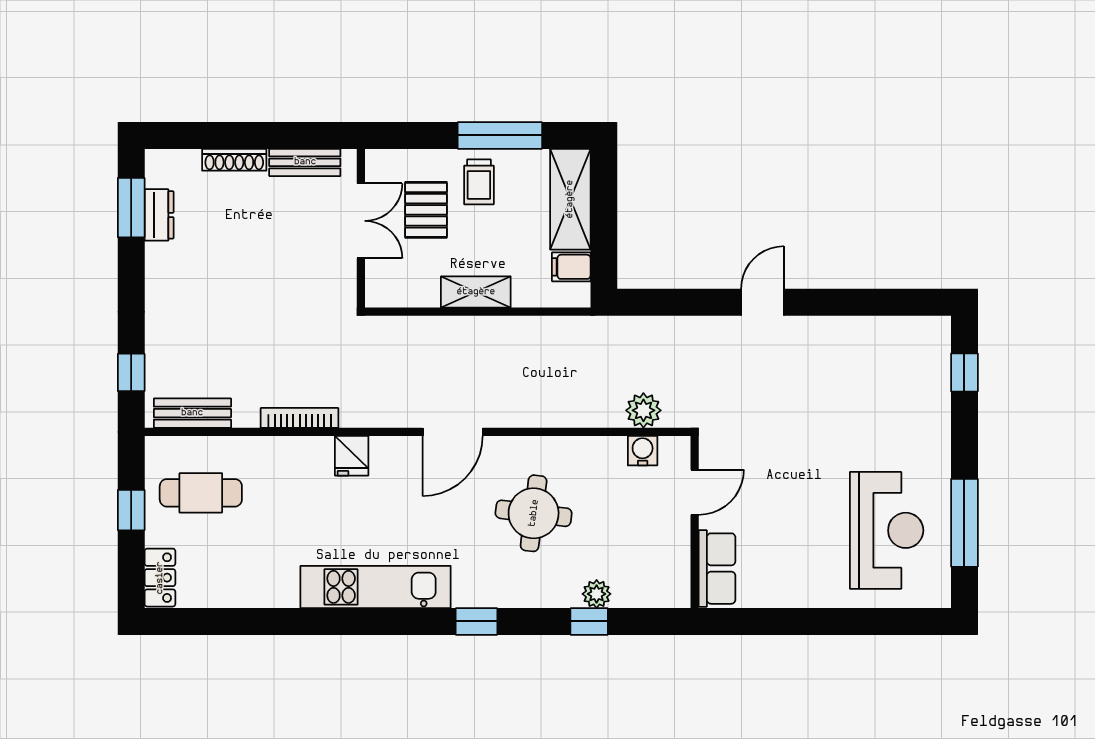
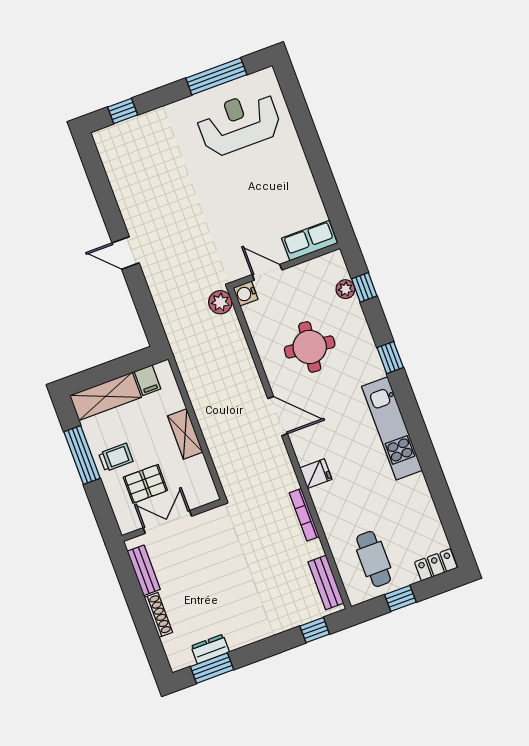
door: (695, 492) -> (267, 272), moved
wall: (695, 522) -> (286, 265), moved
row of seats: (717, 569) -> (309, 241), moved

